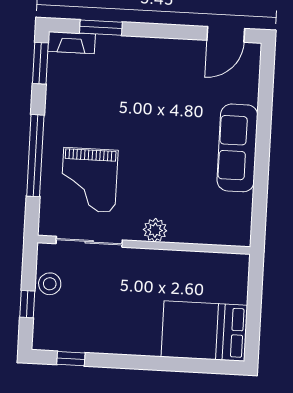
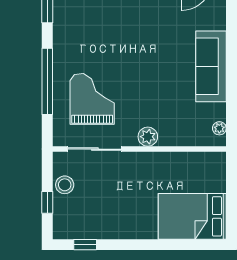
grand piano: (89, 180) -> (92, 99), turned 180
plant: (244, 225) -> (219, 128), added

